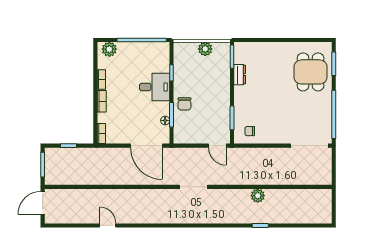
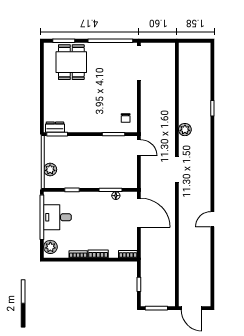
plant: (205, 49) -> (50, 169), moved
dining table: (311, 72) -> (71, 62), turned 90
dresser: (240, 75) -> (55, 127), moved
desk: (155, 87) -> (57, 217), moved, turned -90
chair: (184, 104) -> (101, 178), removed
door: (146, 146) -> (139, 213), hinge flipped
door: (217, 146) -> (139, 148), hinge flipped
plant: (258, 196) -> (185, 130), moved
door: (108, 225) -> (212, 219), moved

